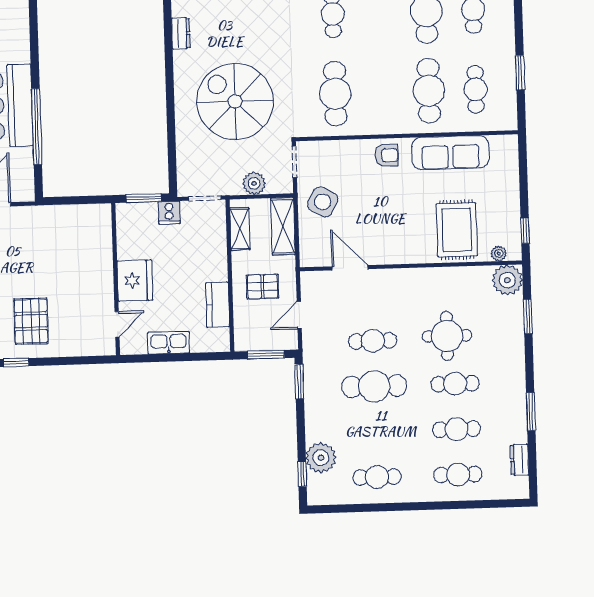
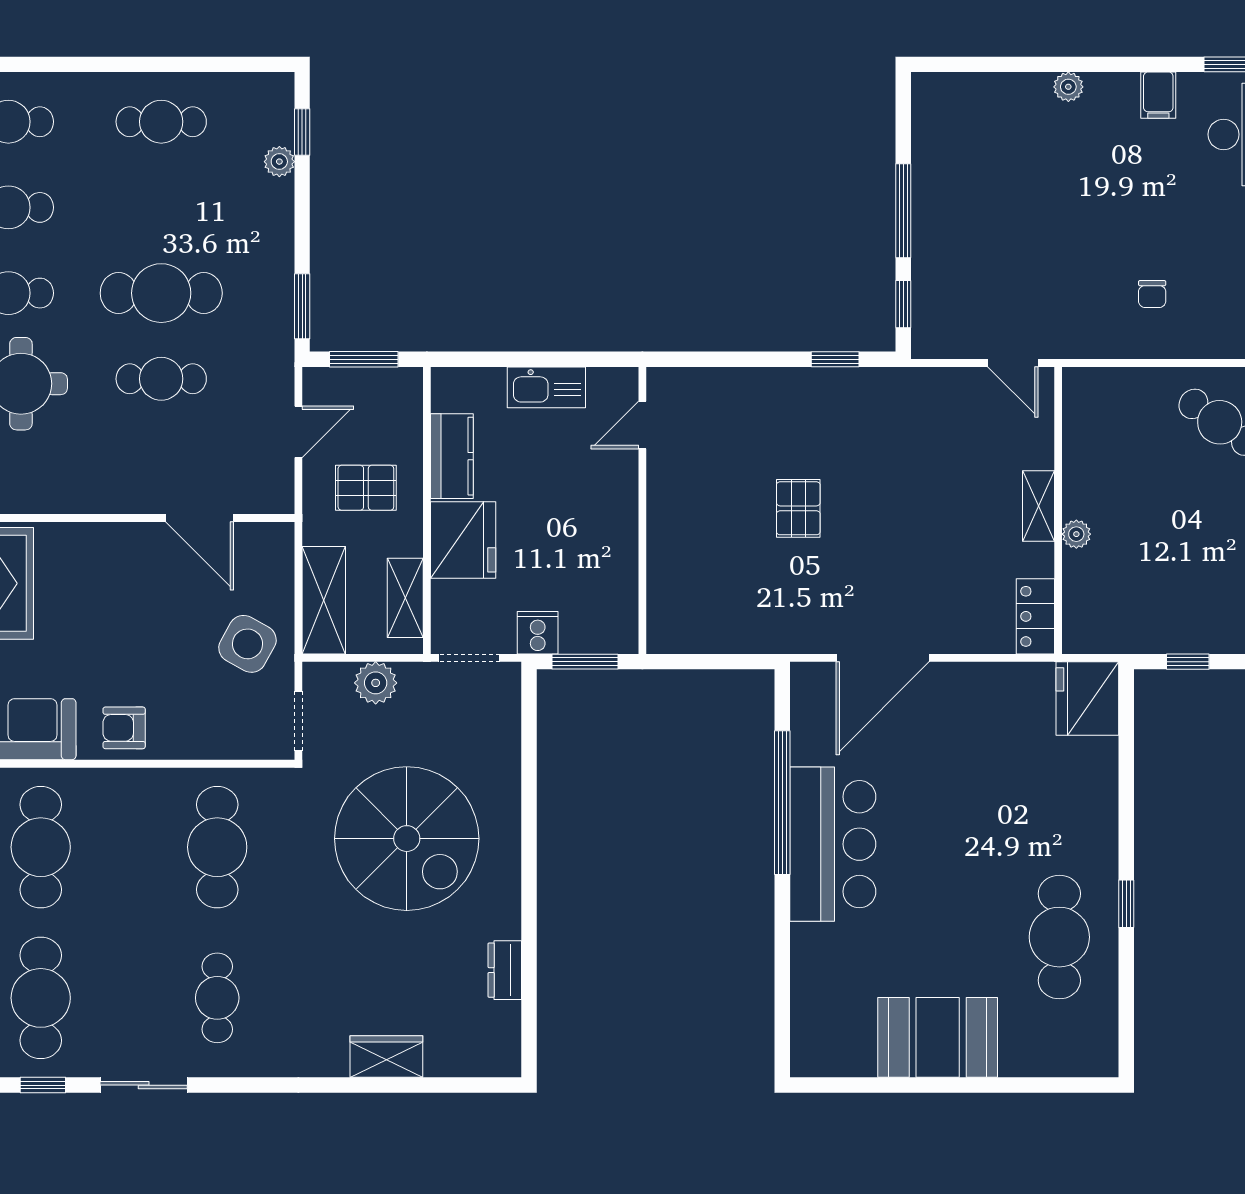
fridge: (135, 281) -> (463, 540), moved, turned 180
pallet: (31, 321) -> (798, 508), moved, width x0.67, depth x0.71
plant: (321, 458) -> (279, 162), width x0.53, depth x0.53

